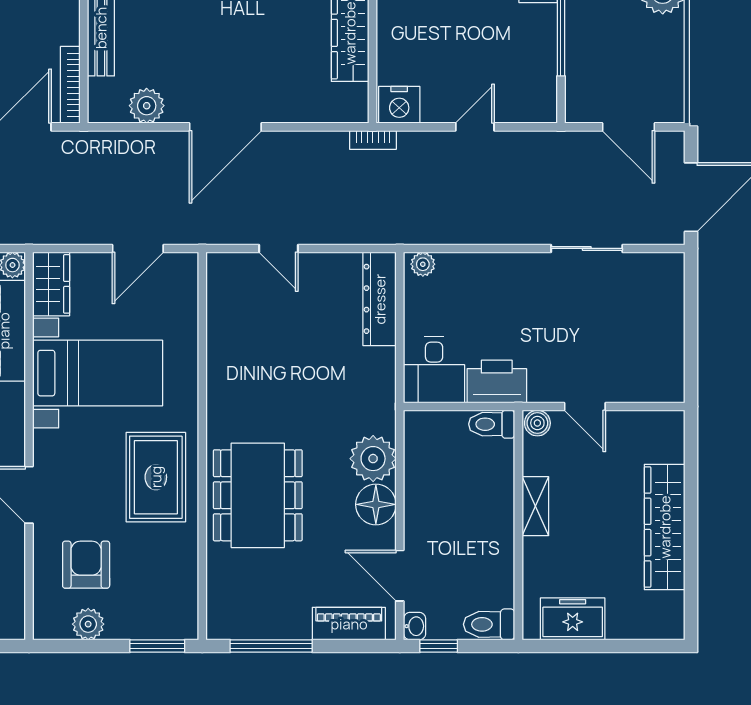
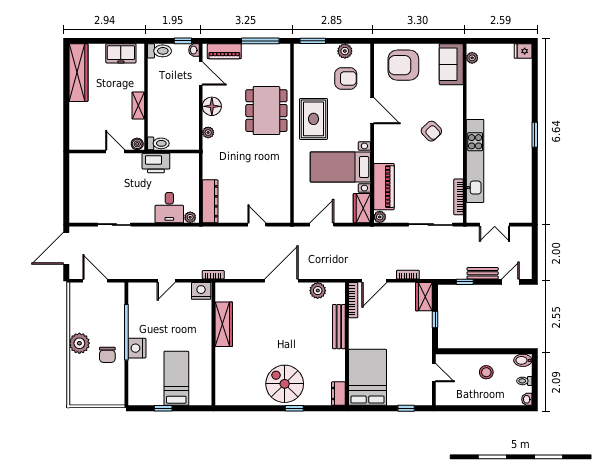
desk: (434, 370) -> (169, 208), moved, turned 180
plant: (373, 459) -> (208, 132), width x0.53, depth x0.53
wardrobe: (665, 527) -> (78, 73), moved
armchair: (86, 565) -> (346, 78), turned -90

